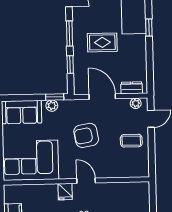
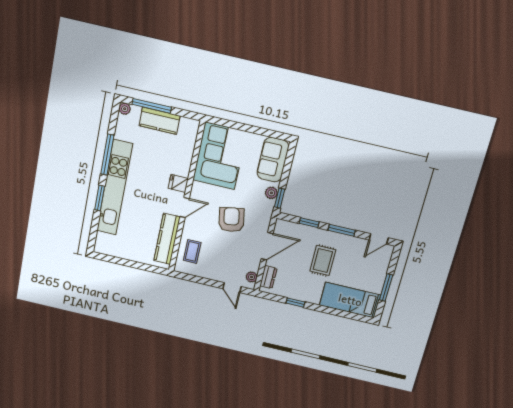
window: (149, 28) -> (295, 303), moved
coffee table: (131, 141) -> (192, 251), moved
kitchen counter: (120, 190) -> (167, 239), added

